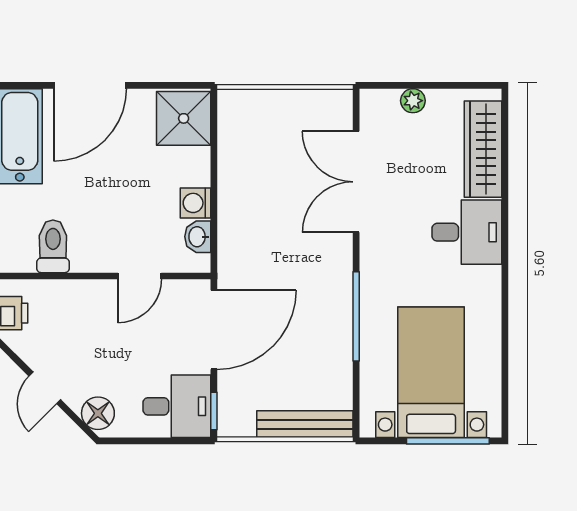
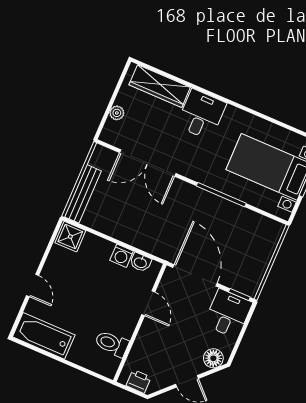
door: (90, 85) -> (32, 286), width x0.53
shower: (184, 118) -> (70, 237), width x0.73, depth x0.73
bench: (305, 424) -> (83, 194), moved

